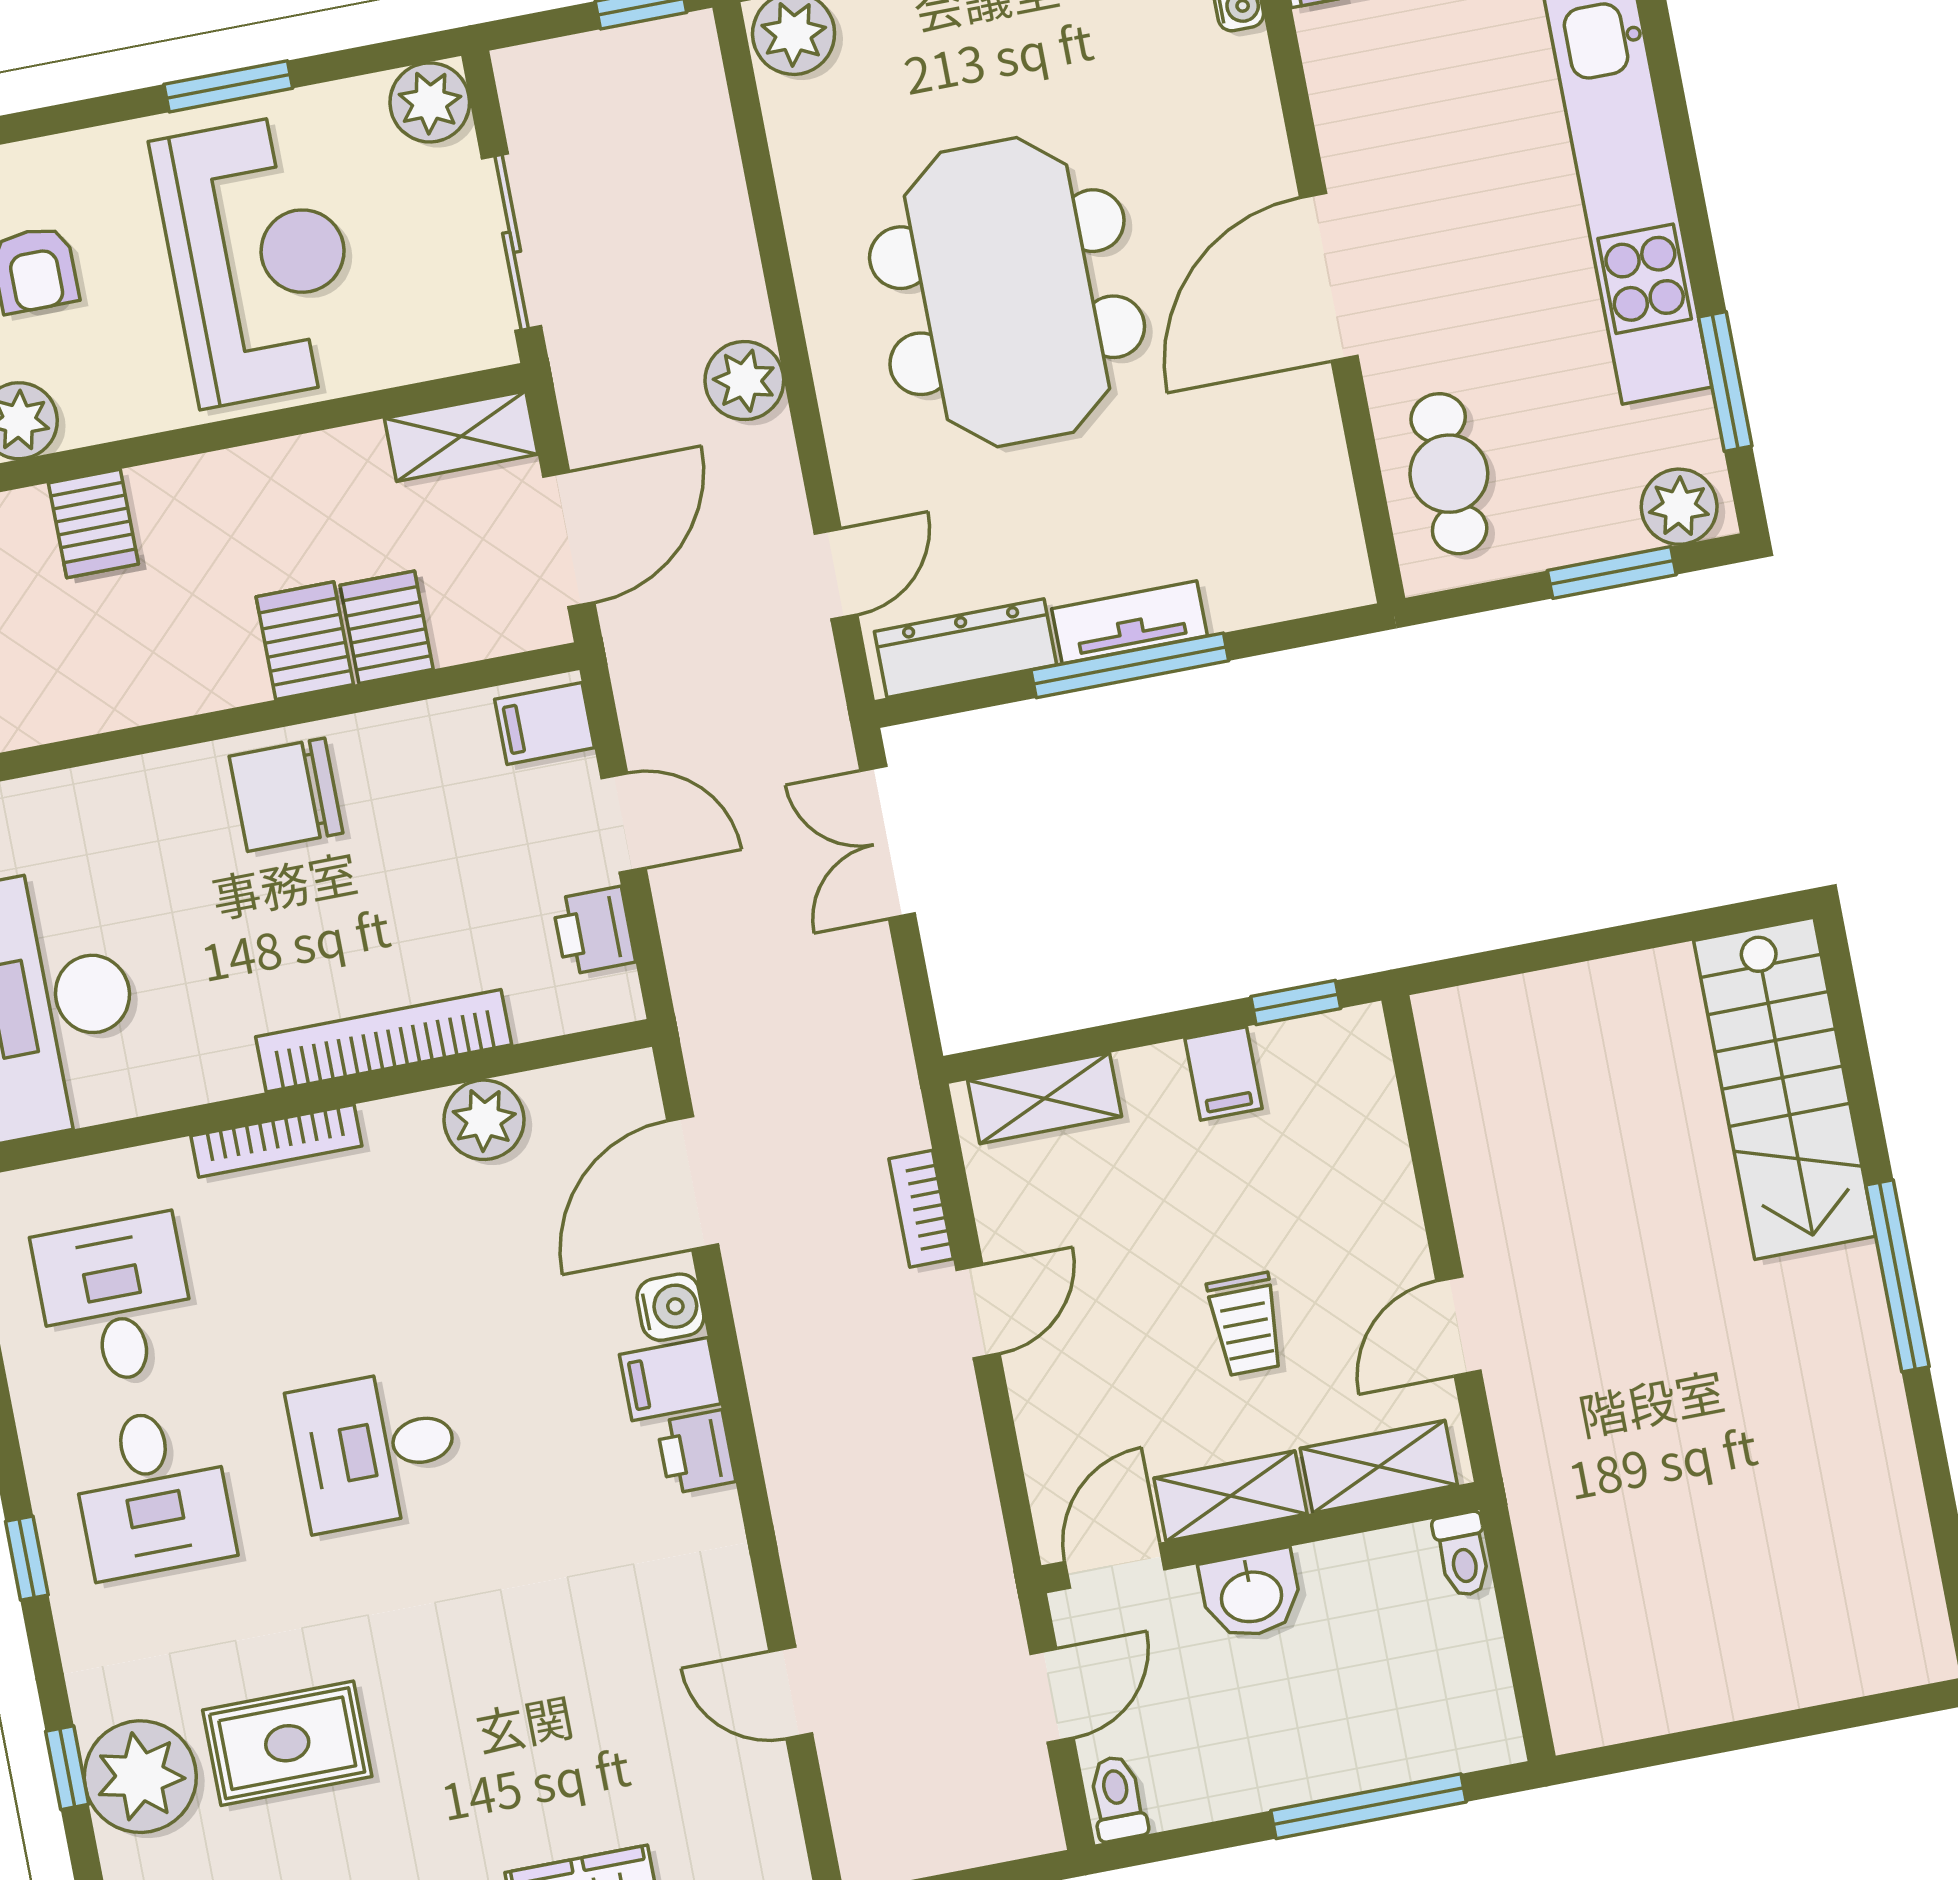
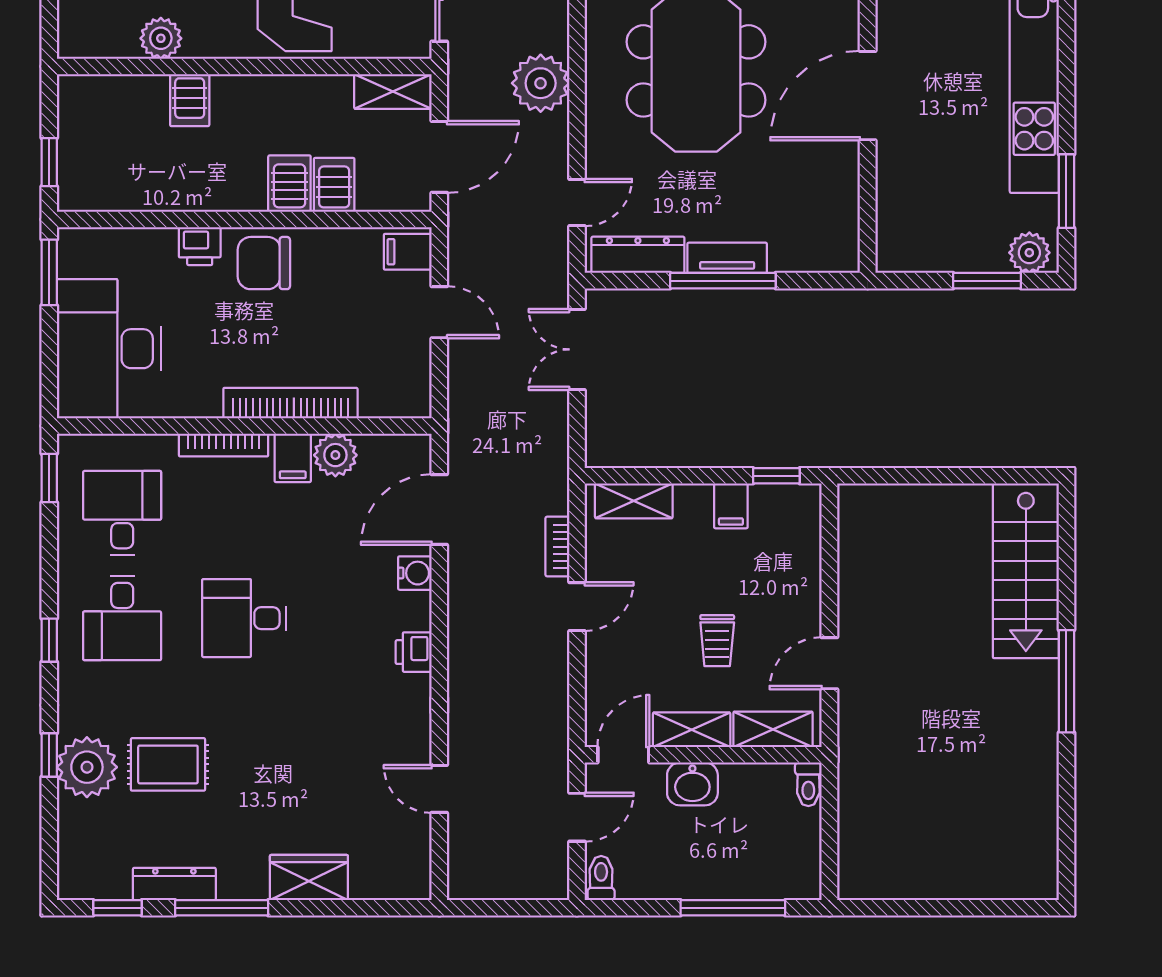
plant: (744, 381) -> (541, 83), width x1.36, depth x1.36
cafe table: (1449, 474) -> (911, 212), removed
printer: (594, 931) -> (200, 246), moved, turned -90
filing cabinet: (670, 1379) -> (293, 458), moved, turned -90

